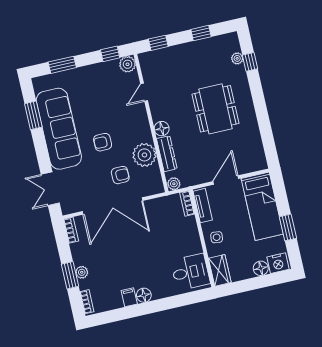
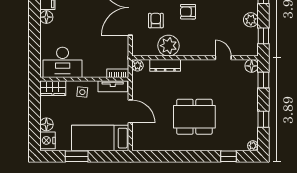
plant: (237, 58) -> (253, 146), moved
plant: (128, 64) -> (251, 20), moved
floor lamp: (162, 129) -> (252, 66), moved
armchair: (103, 142) -> (188, 12), turned -90
armchair: (120, 175) -> (156, 21), turned 180
desk: (190, 272) -> (63, 62), width x1.37

